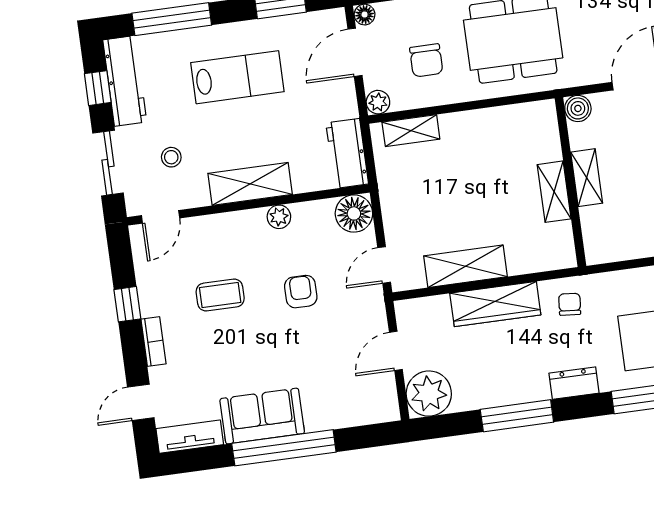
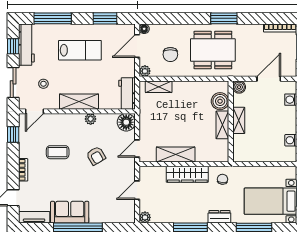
boiler: (542, 143) -> (220, 101), added
armchair: (301, 292) -> (96, 156), turned 149
window: (127, 304) -> (13, 134), moved
plant: (429, 394) -> (145, 217), width x0.53, depth x0.53

